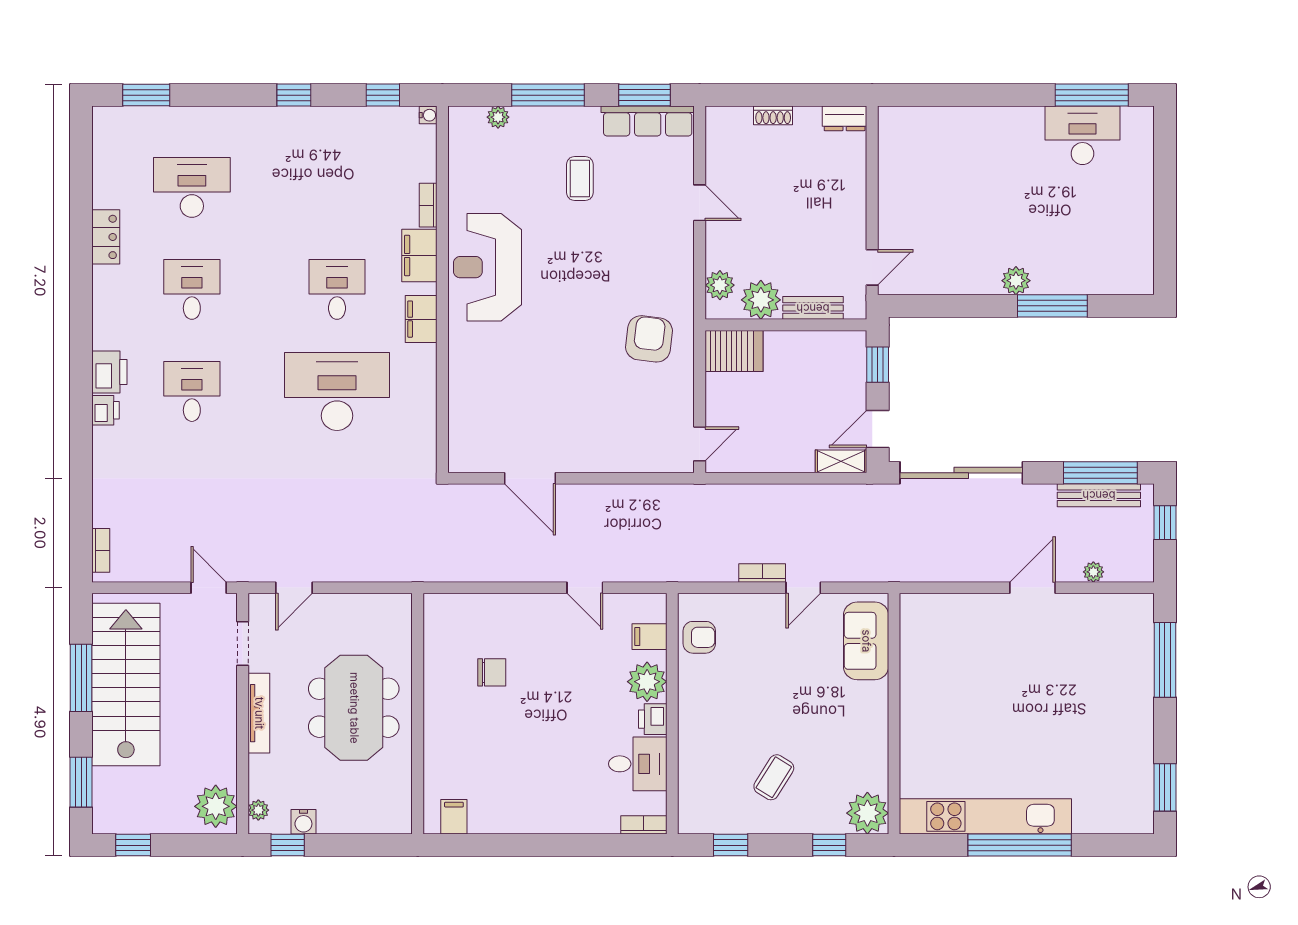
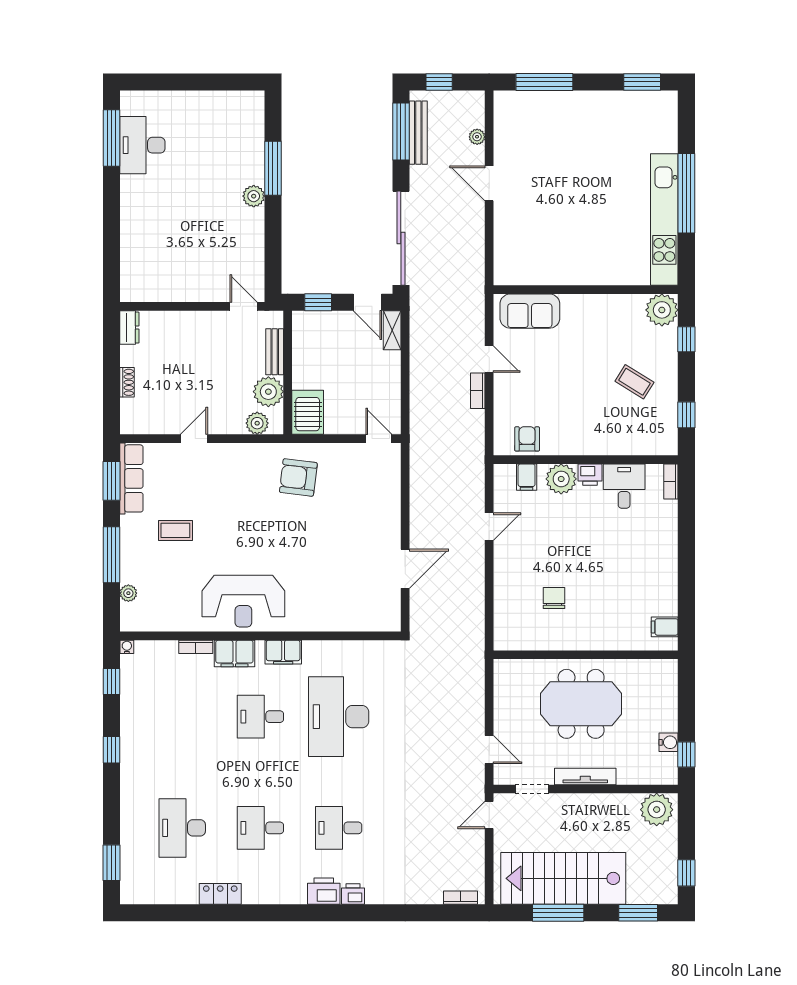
plant: (258, 810) -> (660, 777), removed

